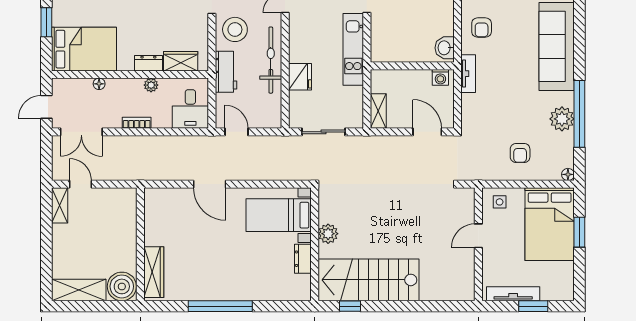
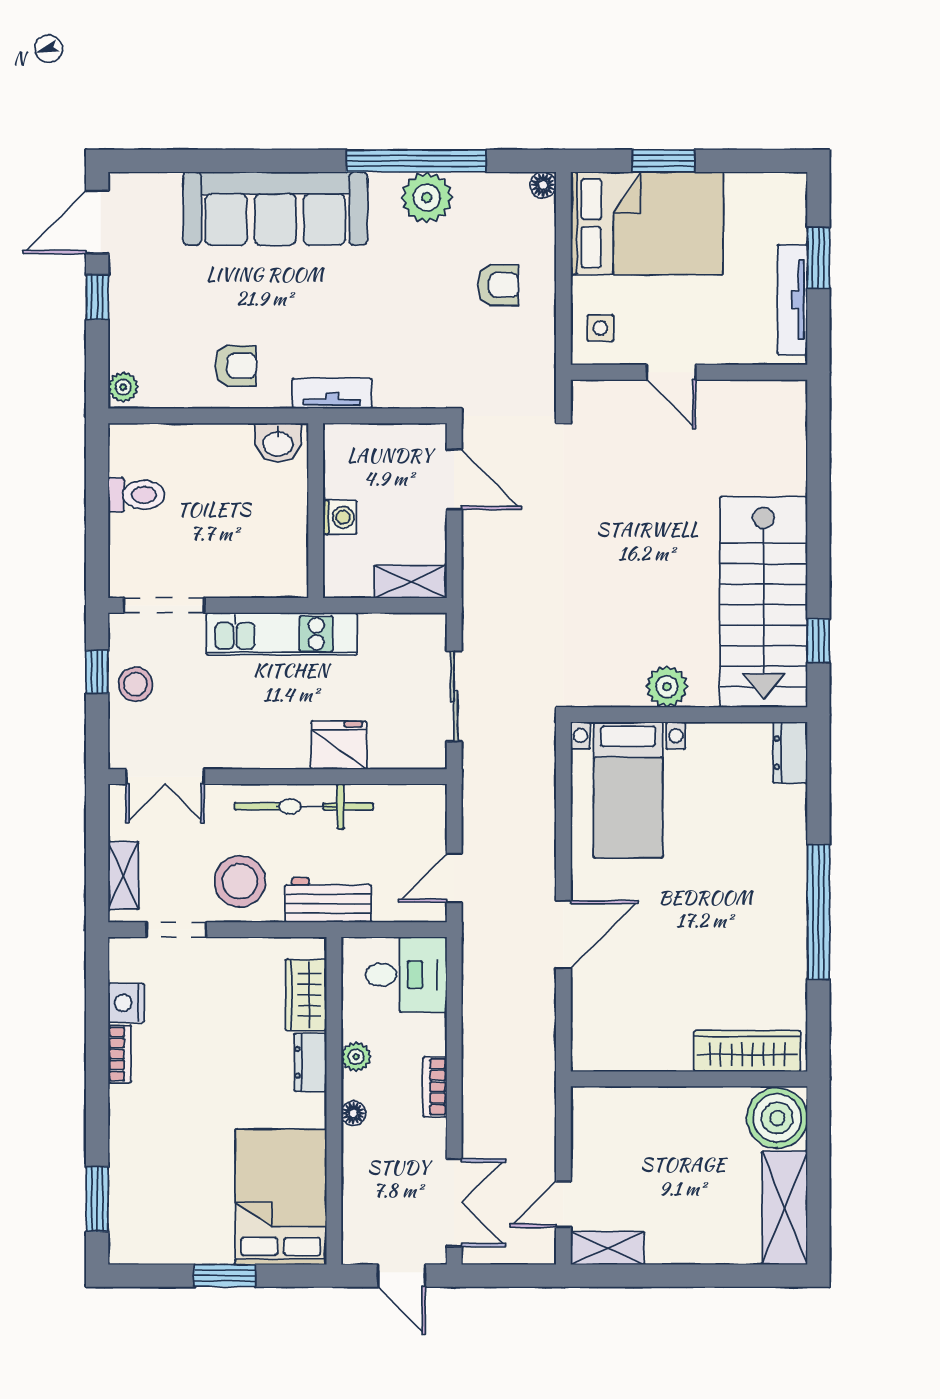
washing machine: (440, 77) -> (340, 517), moved
floor lamp: (99, 84) -> (353, 1113), moved
door: (427, 132) -> (454, 479), swing flipped
dresser: (303, 259) -> (790, 753), moved, turned 90

